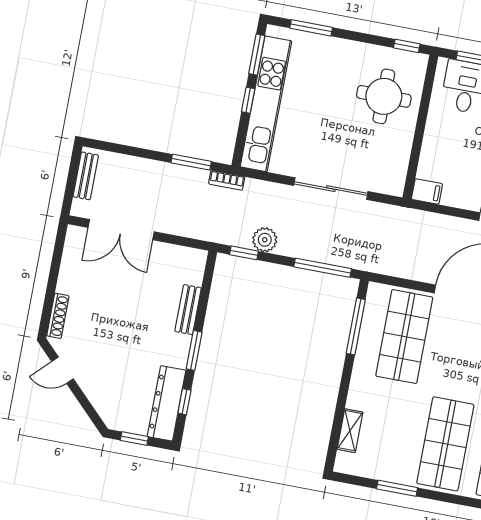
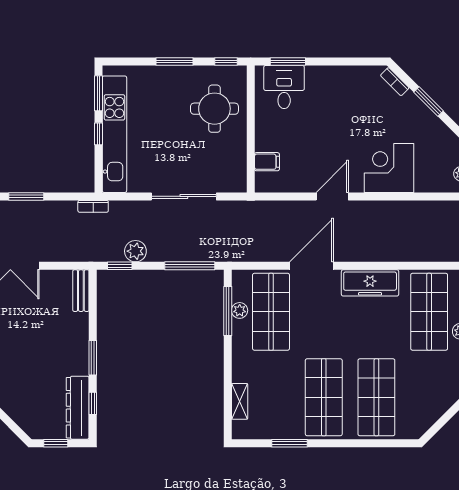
window: (311, 28) -> (175, 62), moved
window: (191, 162) -> (26, 196), moved
filing cabinet: (427, 191) -> (267, 162), moved
bench: (188, 310) -> (81, 291), moved
plant: (369, 328) -> (240, 310), added

